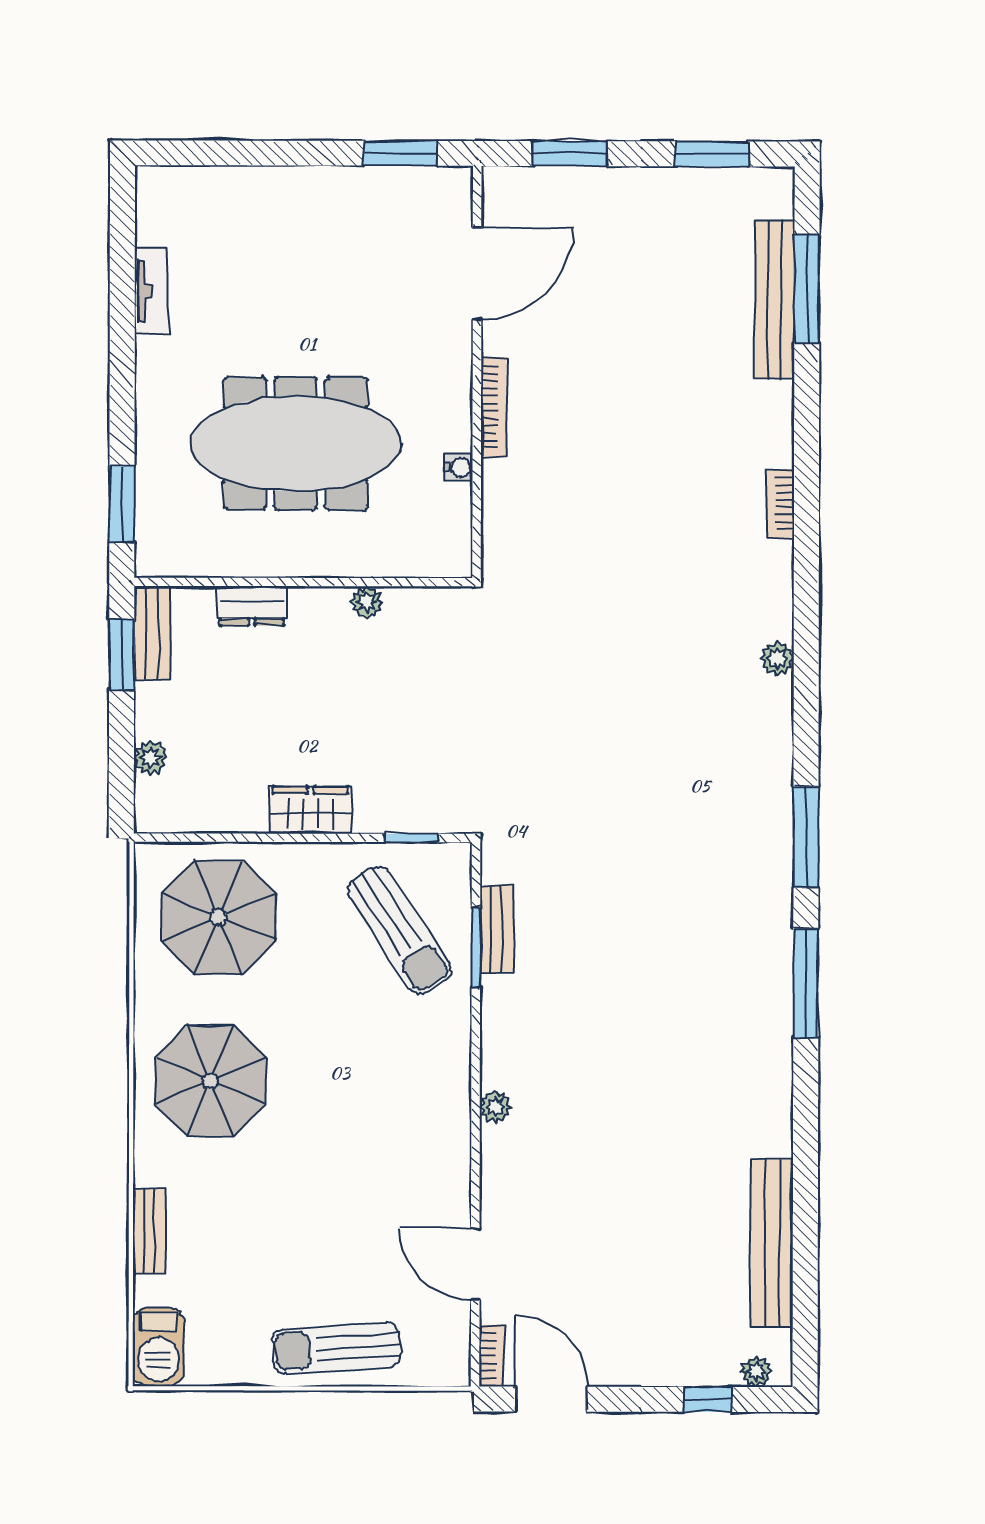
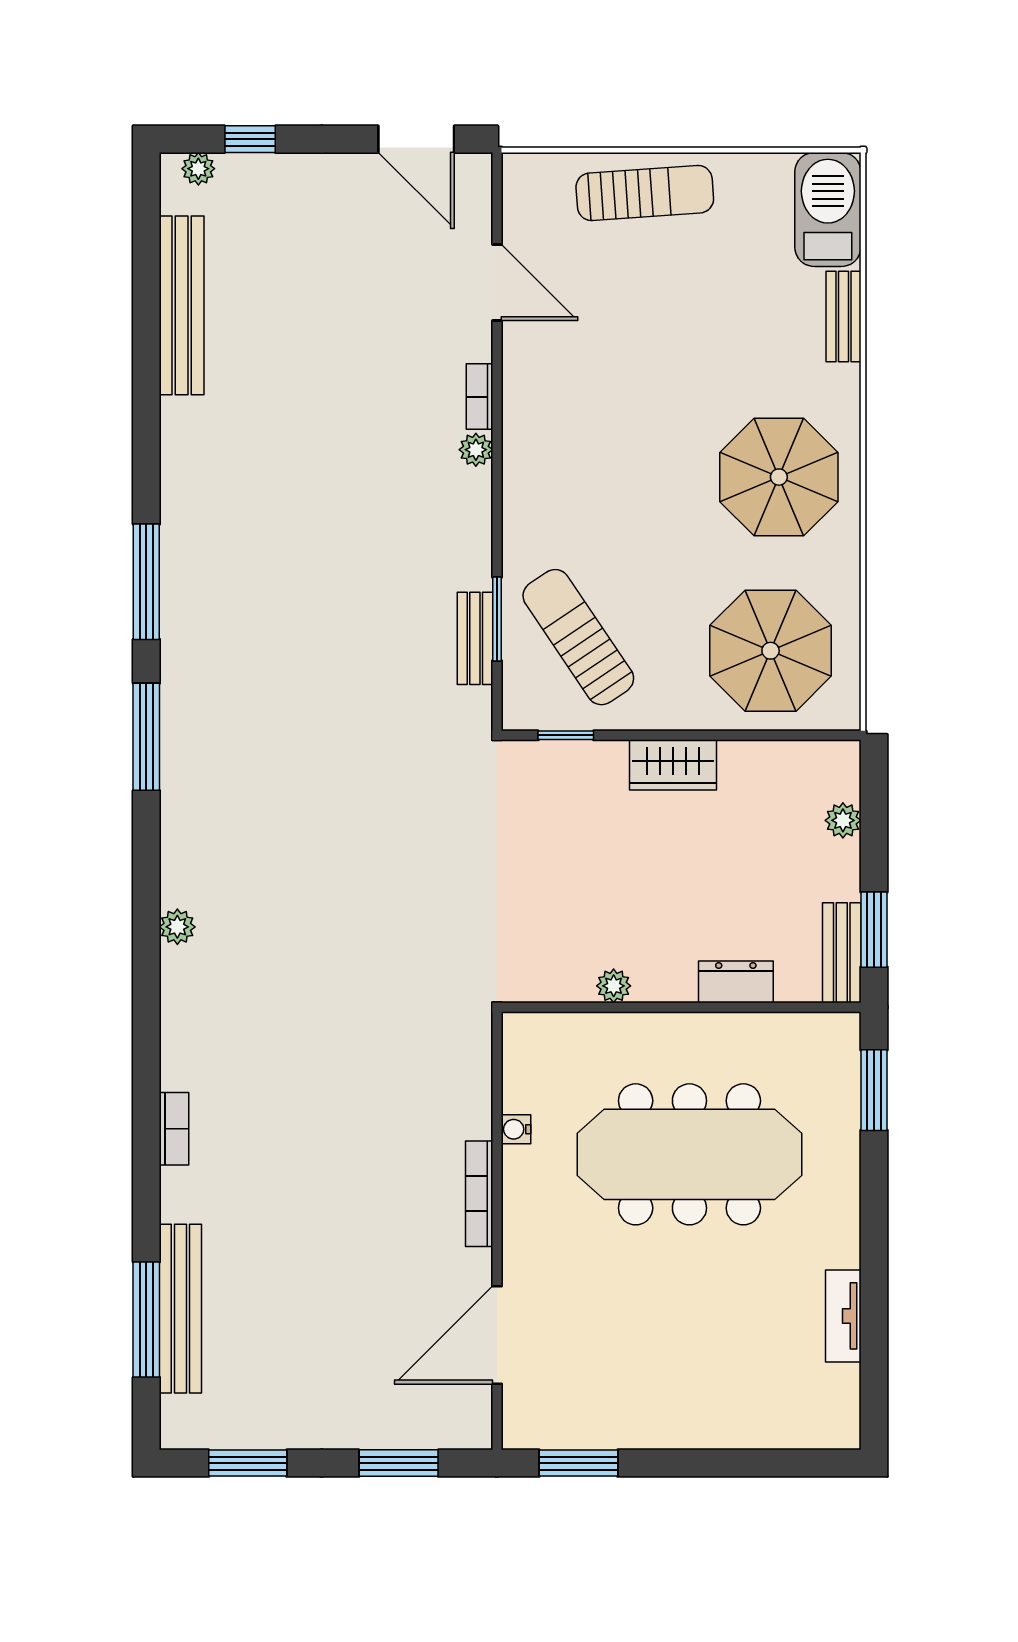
bookcase: (781, 503) -> (174, 1129), moved
barbecue: (158, 1347) -> (828, 209), width x1.37, depth x1.21
bookcase: (492, 1356) -> (479, 397), moved

